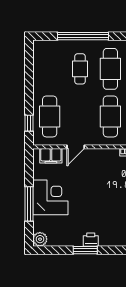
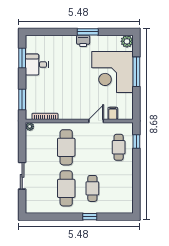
window: (83, 36) -> (90, 217), width x0.32
cafe table: (50, 116) -> (119, 147), width x0.73, depth x0.74
filing cabinet: (51, 156) -> (113, 113), width x0.50
corner desk: (50, 197) -> (112, 72), width x1.36, depth x1.36

